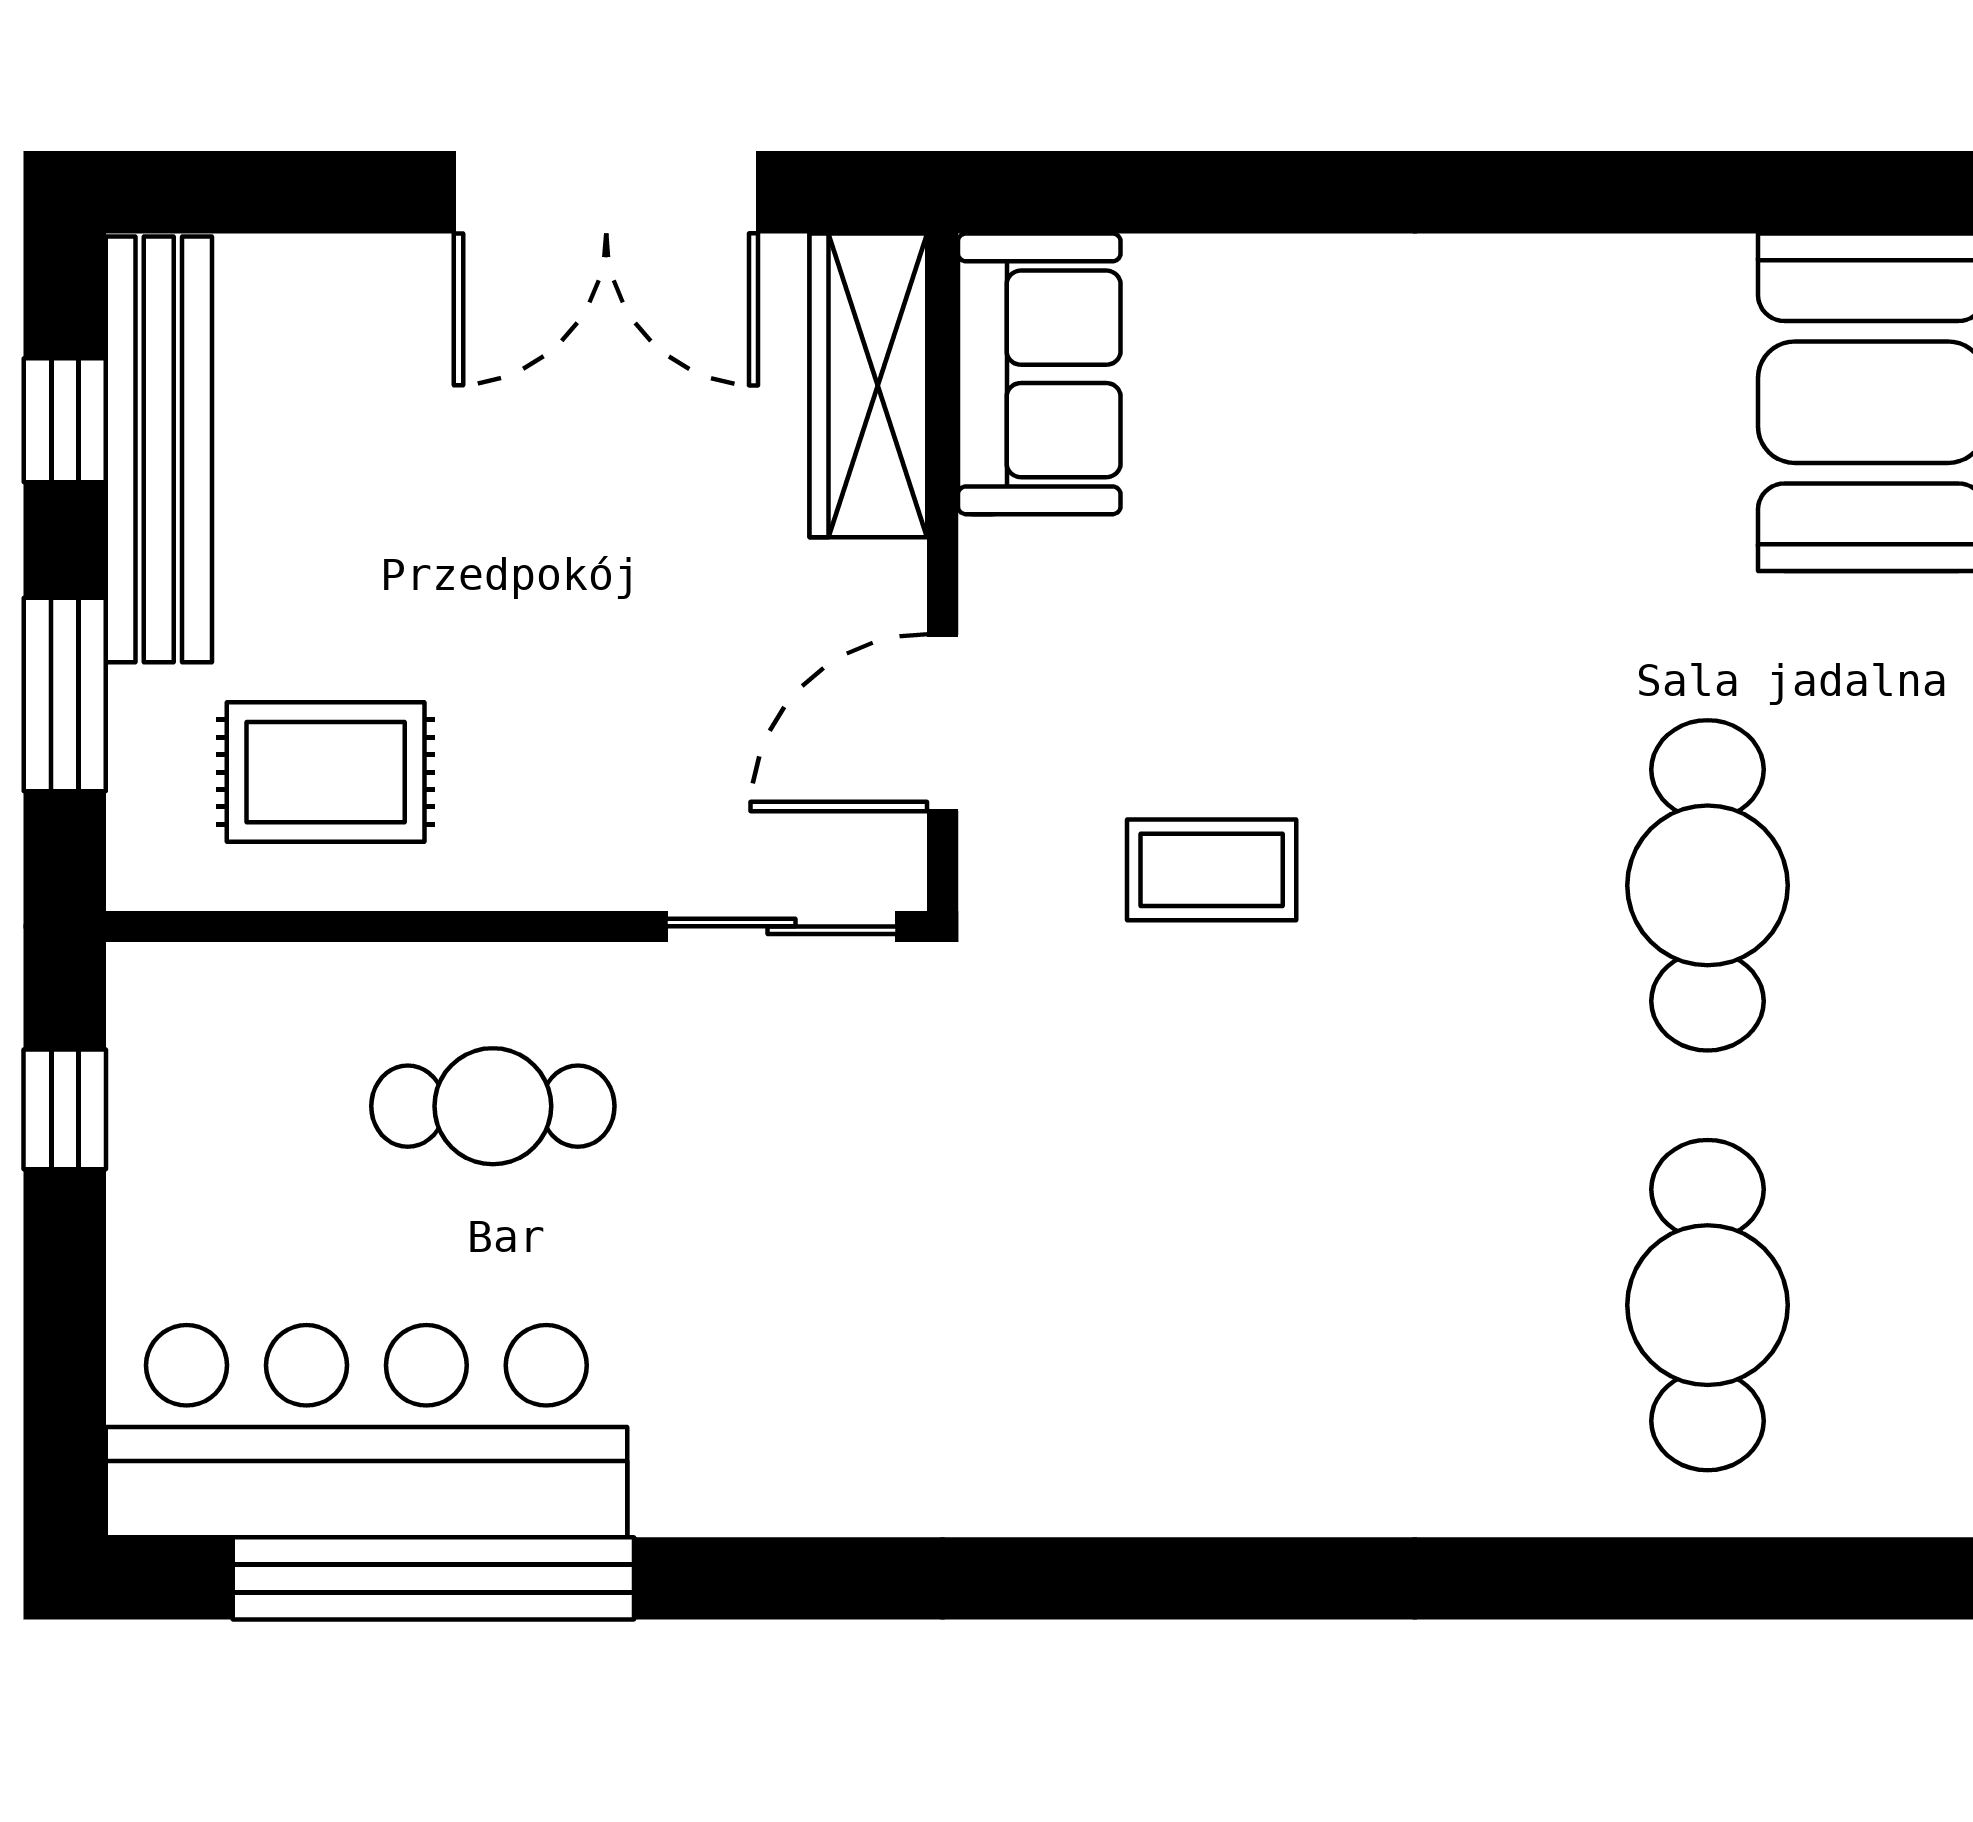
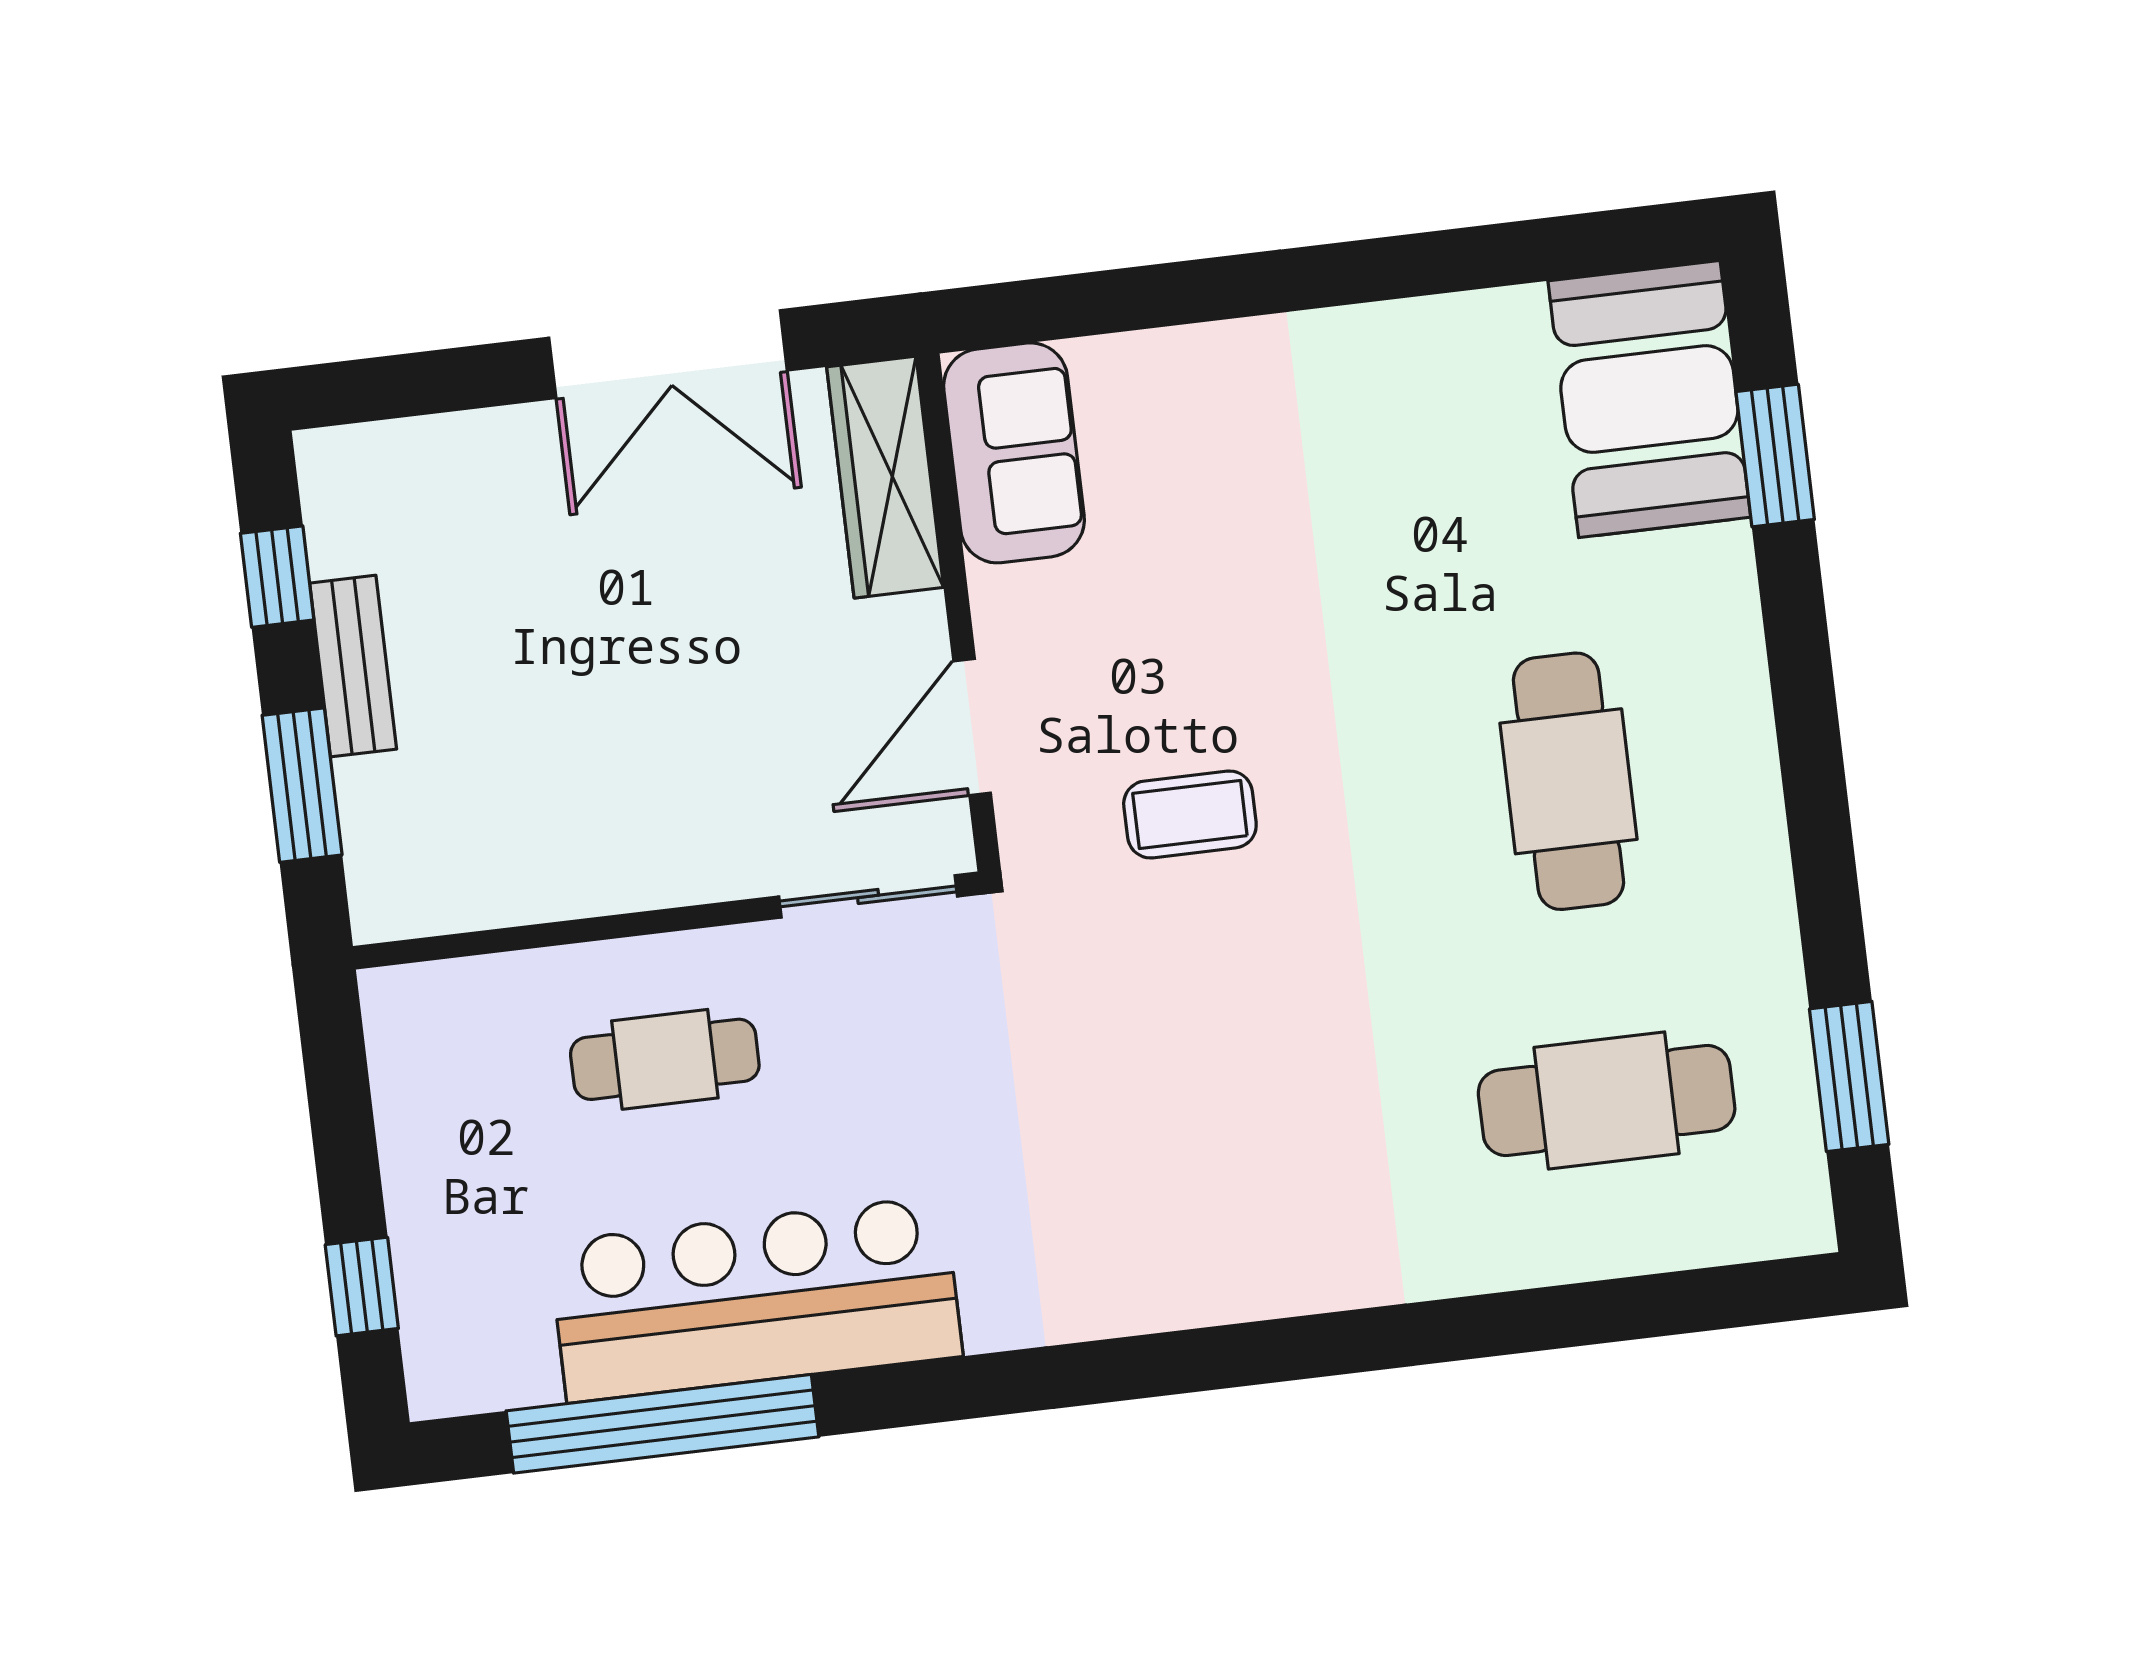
bench: (159, 449) -> (353, 666), width x0.54, depth x0.82
rug: (326, 772) -> (507, 820), removed
window: (65, 1109) -> (362, 1287), moved
cafe table: (1708, 1305) -> (1607, 1100), turned 90
bar counter: (366, 1431) -> (756, 1299), moved

